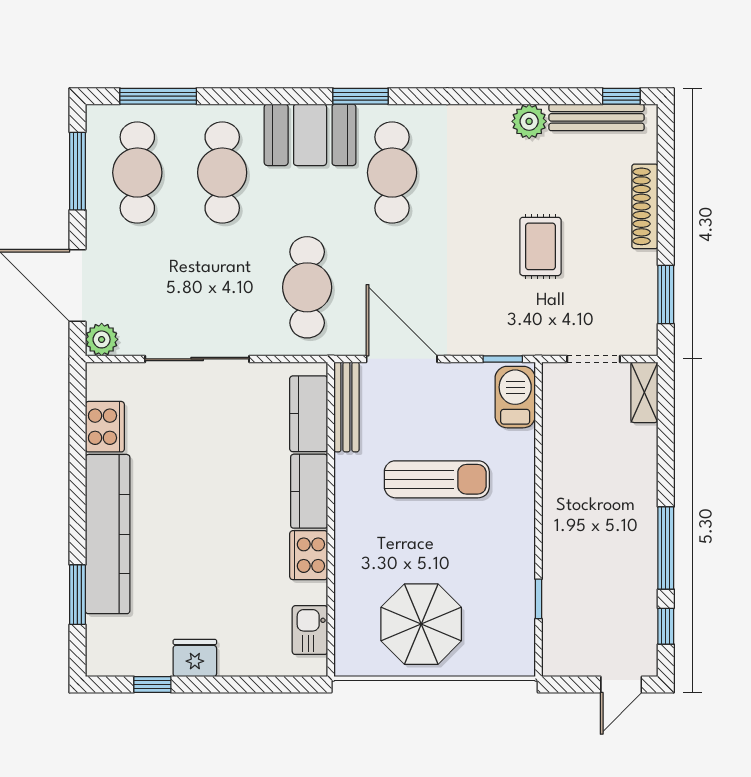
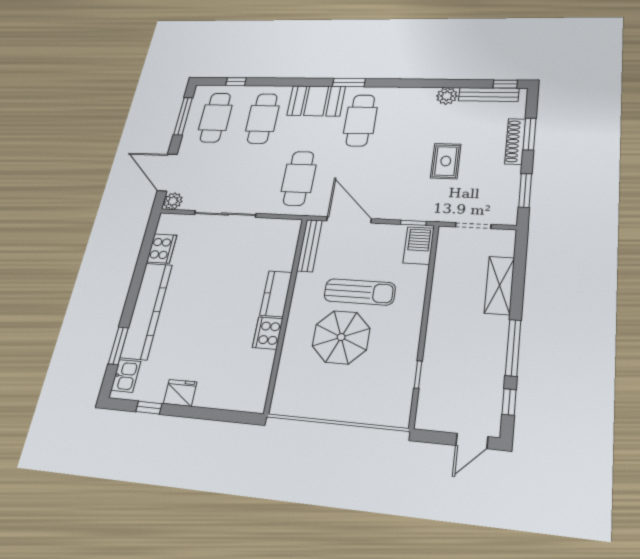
window: (158, 96) -> (236, 82), width x0.46
window: (666, 192) -> (529, 134), added
shelving: (644, 392) -> (500, 285), moved, width x1.50, depth x1.33
kitchen counter: (309, 414) -> (285, 248), removed
parasol: (421, 624) -> (341, 337), moved
kitchen sink: (310, 630) -> (126, 376), moved, turned 180

